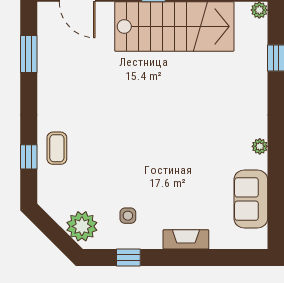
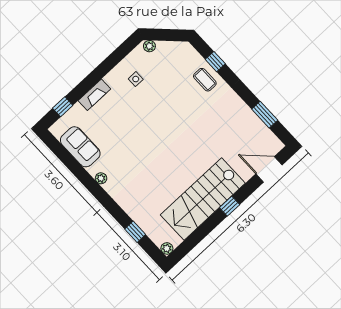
plant: (82, 226) -> (149, 46), width x0.53, depth x0.53
window: (128, 257) -> (63, 107), moved

